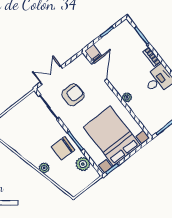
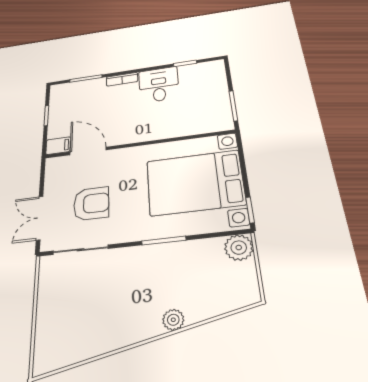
armchair: (73, 95) -> (91, 203), turned 90
plant: (127, 97) -> (152, 134), removed
chair: (63, 148) -> (162, 267), removed
plant: (83, 164) -> (239, 248), moved

